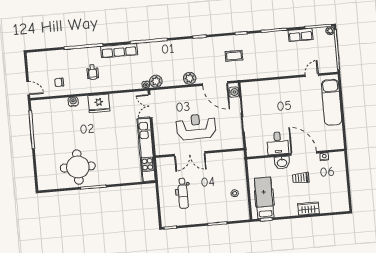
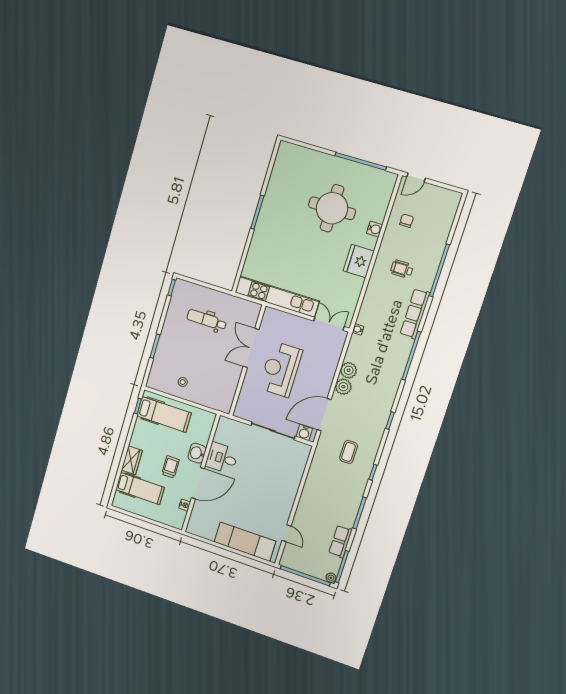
plant: (156, 81) -> (349, 370), moved
reception desk: (196, 127) -> (281, 369), turned 180
round table: (78, 167) -> (332, 208), moved
hospital bed: (327, 194) -> (140, 489), added

